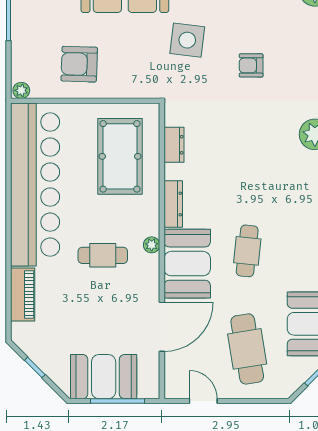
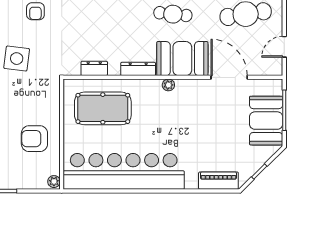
armchair: (79, 64) -> (34, 139), turned 88
cafe table: (103, 255) -> (176, 121), removed
piano: (23, 294) -> (218, 181), moved

